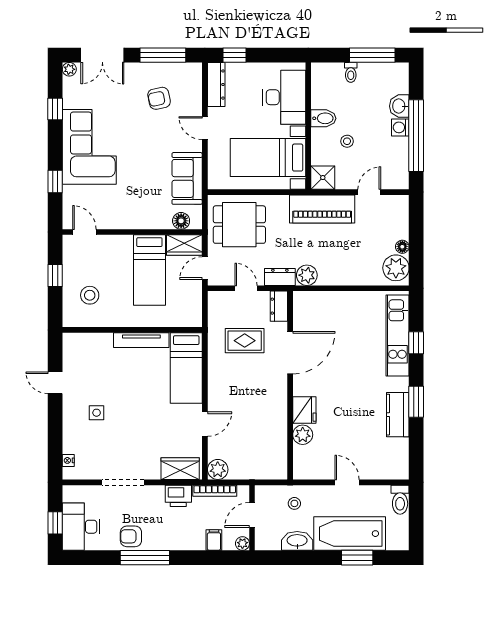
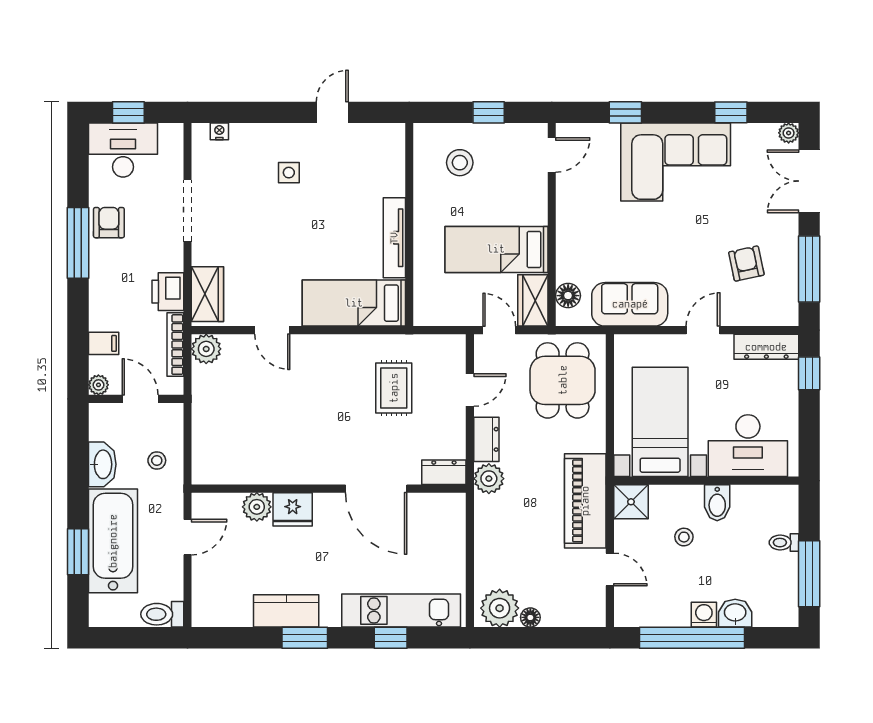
dresser: (279, 306) -> (444, 472), moved
door: (290, 353) -> (376, 489), moved
wall: (290, 385) -> (329, 489), moved
fridge: (304, 410) -> (293, 509), moved
plant: (303, 435) -> (257, 507), moved

